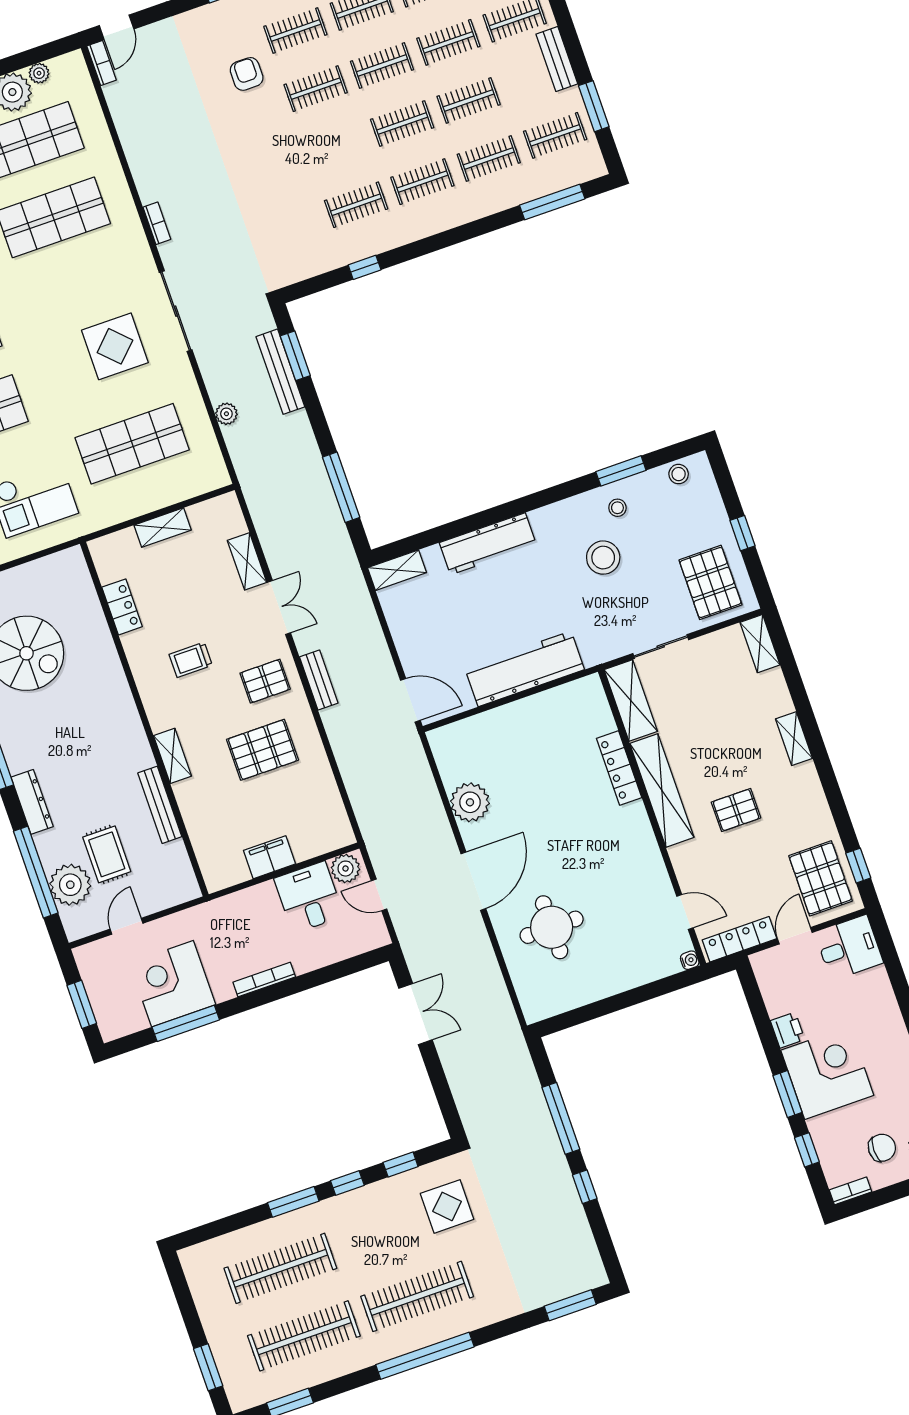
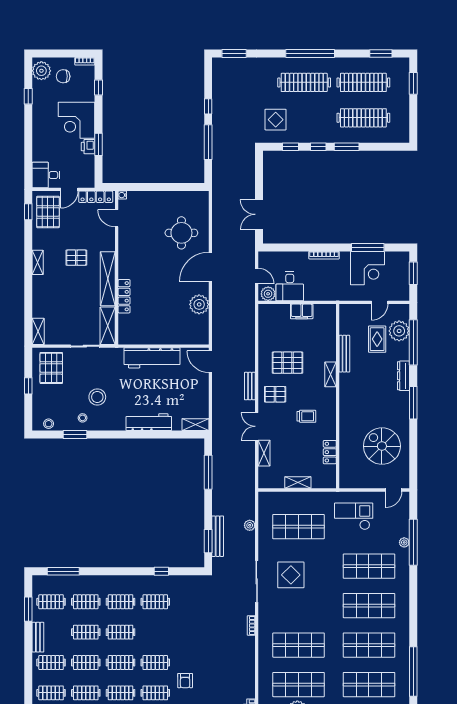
shelving: (794, 739) -> (38, 262), moved
window: (787, 1094) -> (98, 144), moved

